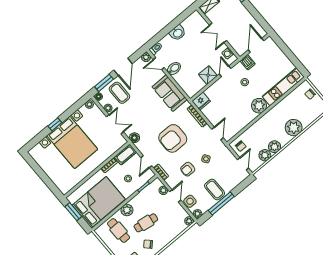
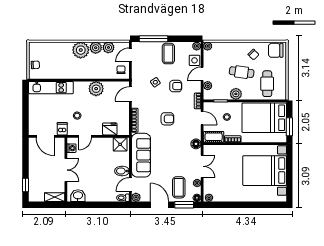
washbasin: (178, 33) -> (78, 196), moved
door: (256, 45) -> (45, 136), hinge flipped
door: (159, 64) -> (130, 184), swing flipped
door: (123, 67) -> (160, 205), hinge flipped
shower: (208, 75) -> (120, 144), moved
sofa: (170, 93) -> (141, 155), width x1.36
fridge: (201, 101) -> (110, 129), moved
plant: (259, 106) -> (96, 89), moved
window: (55, 124) -> (248, 205), removed
double door: (115, 124) -> (202, 166), swing flipped
plant: (294, 128) -> (81, 50), moved
armchair: (173, 138) -> (167, 119), width x0.53, depth x0.53
bed with nightstands: (72, 142) -> (265, 171), moved, turned -90
door: (146, 162) -> (202, 118), hinge flipped
window: (221, 204) -> (153, 39), moved
plant: (127, 210) -> (236, 94), moved

